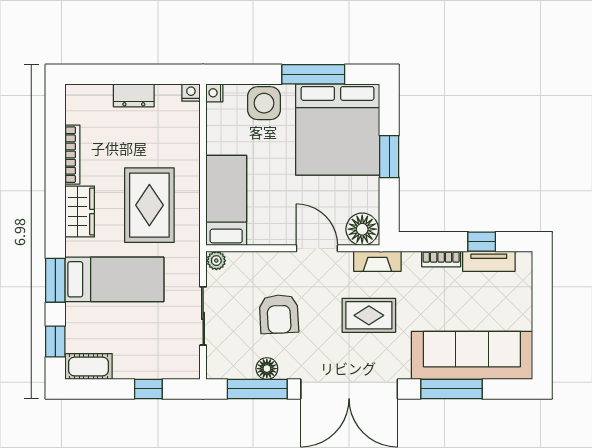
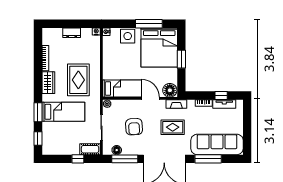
bed: (226, 200) -> (122, 89), moved, turned 90
cot: (89, 367) -> (90, 149), moved
floor lamp: (267, 369) -> (117, 150), moved

